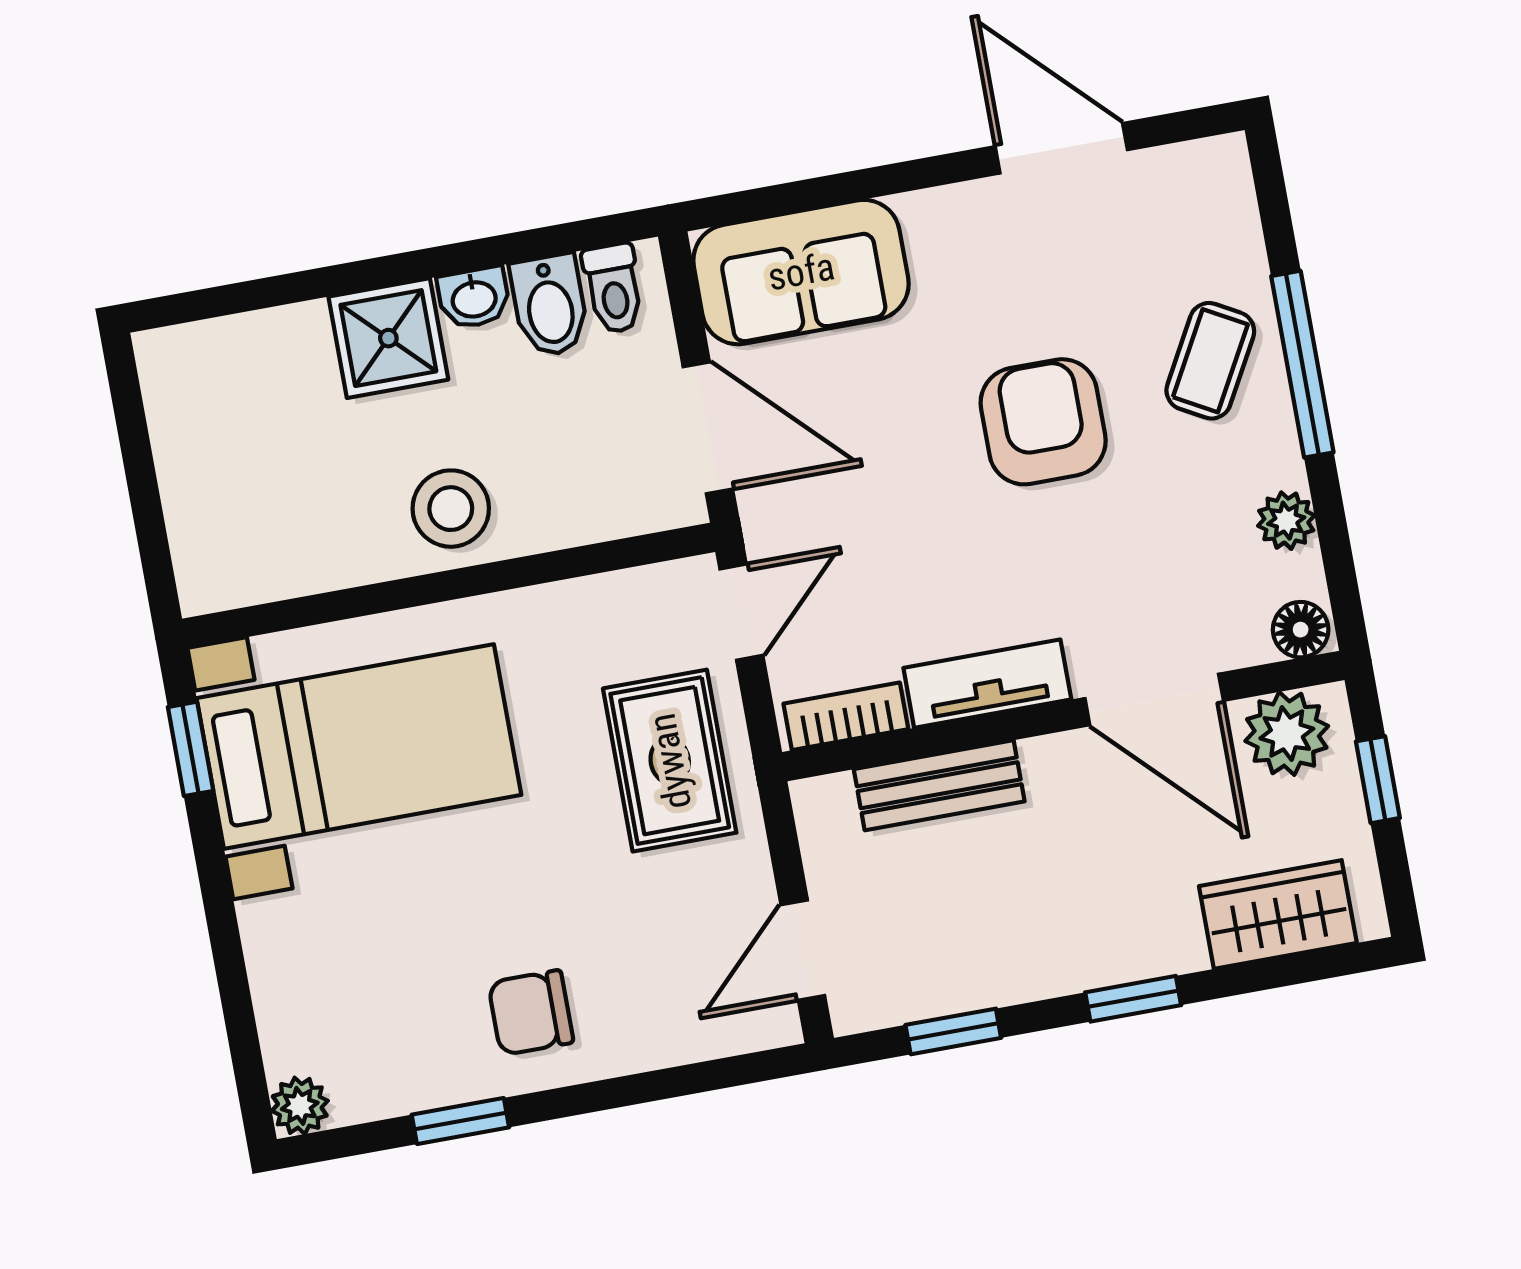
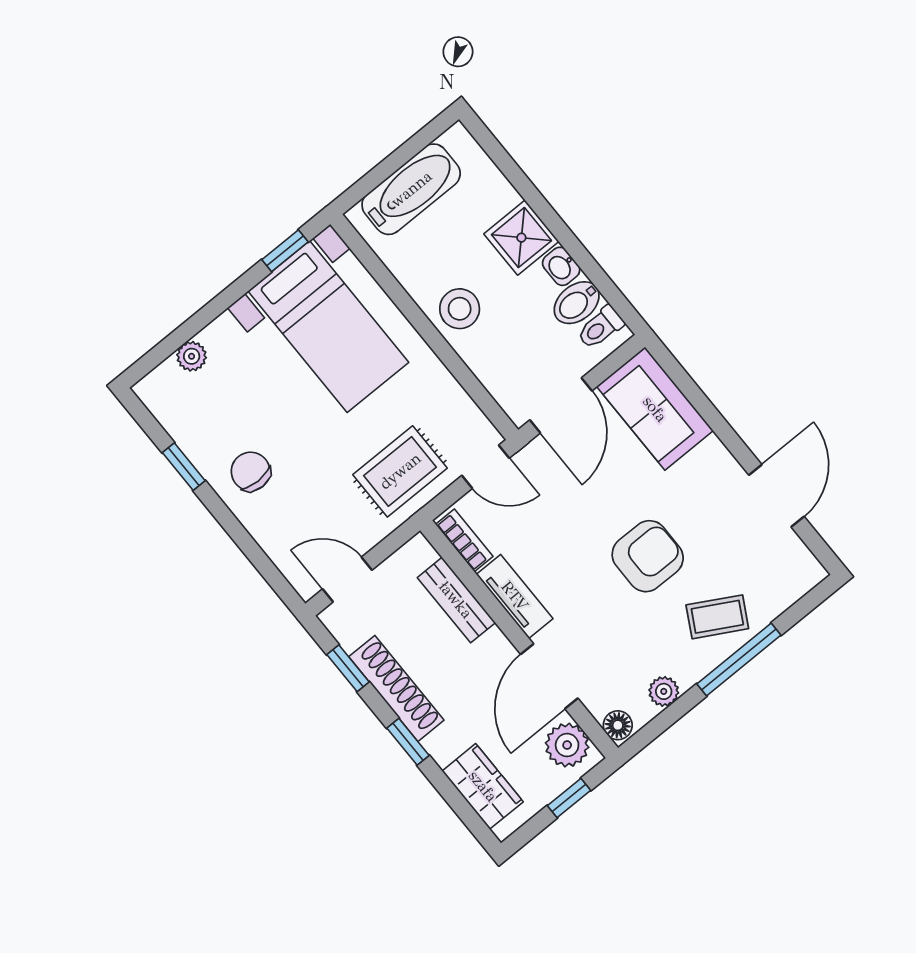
bathtub: (204, 479) -> (411, 189), added
shoe rack: (1032, 969) -> (396, 688), added
plant: (300, 1106) -> (192, 356), moved

